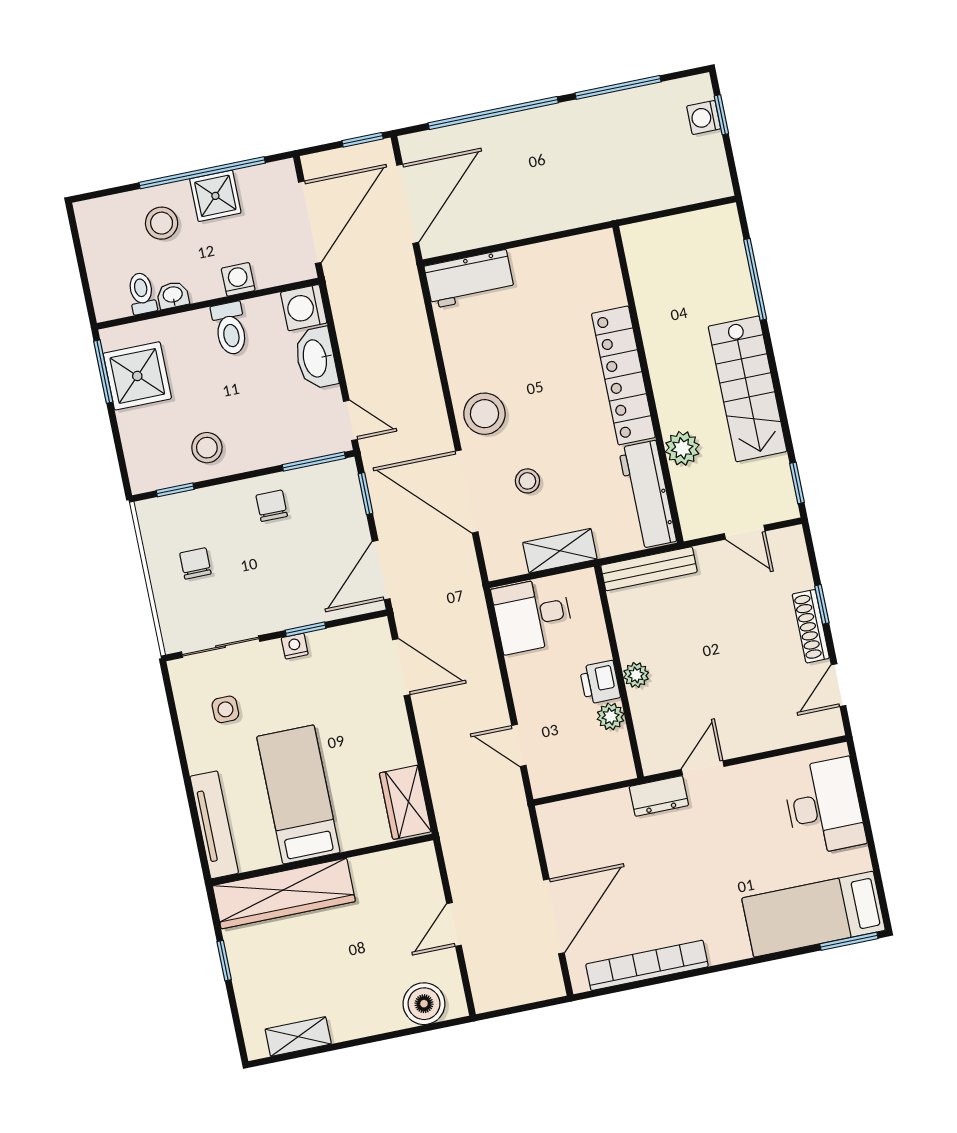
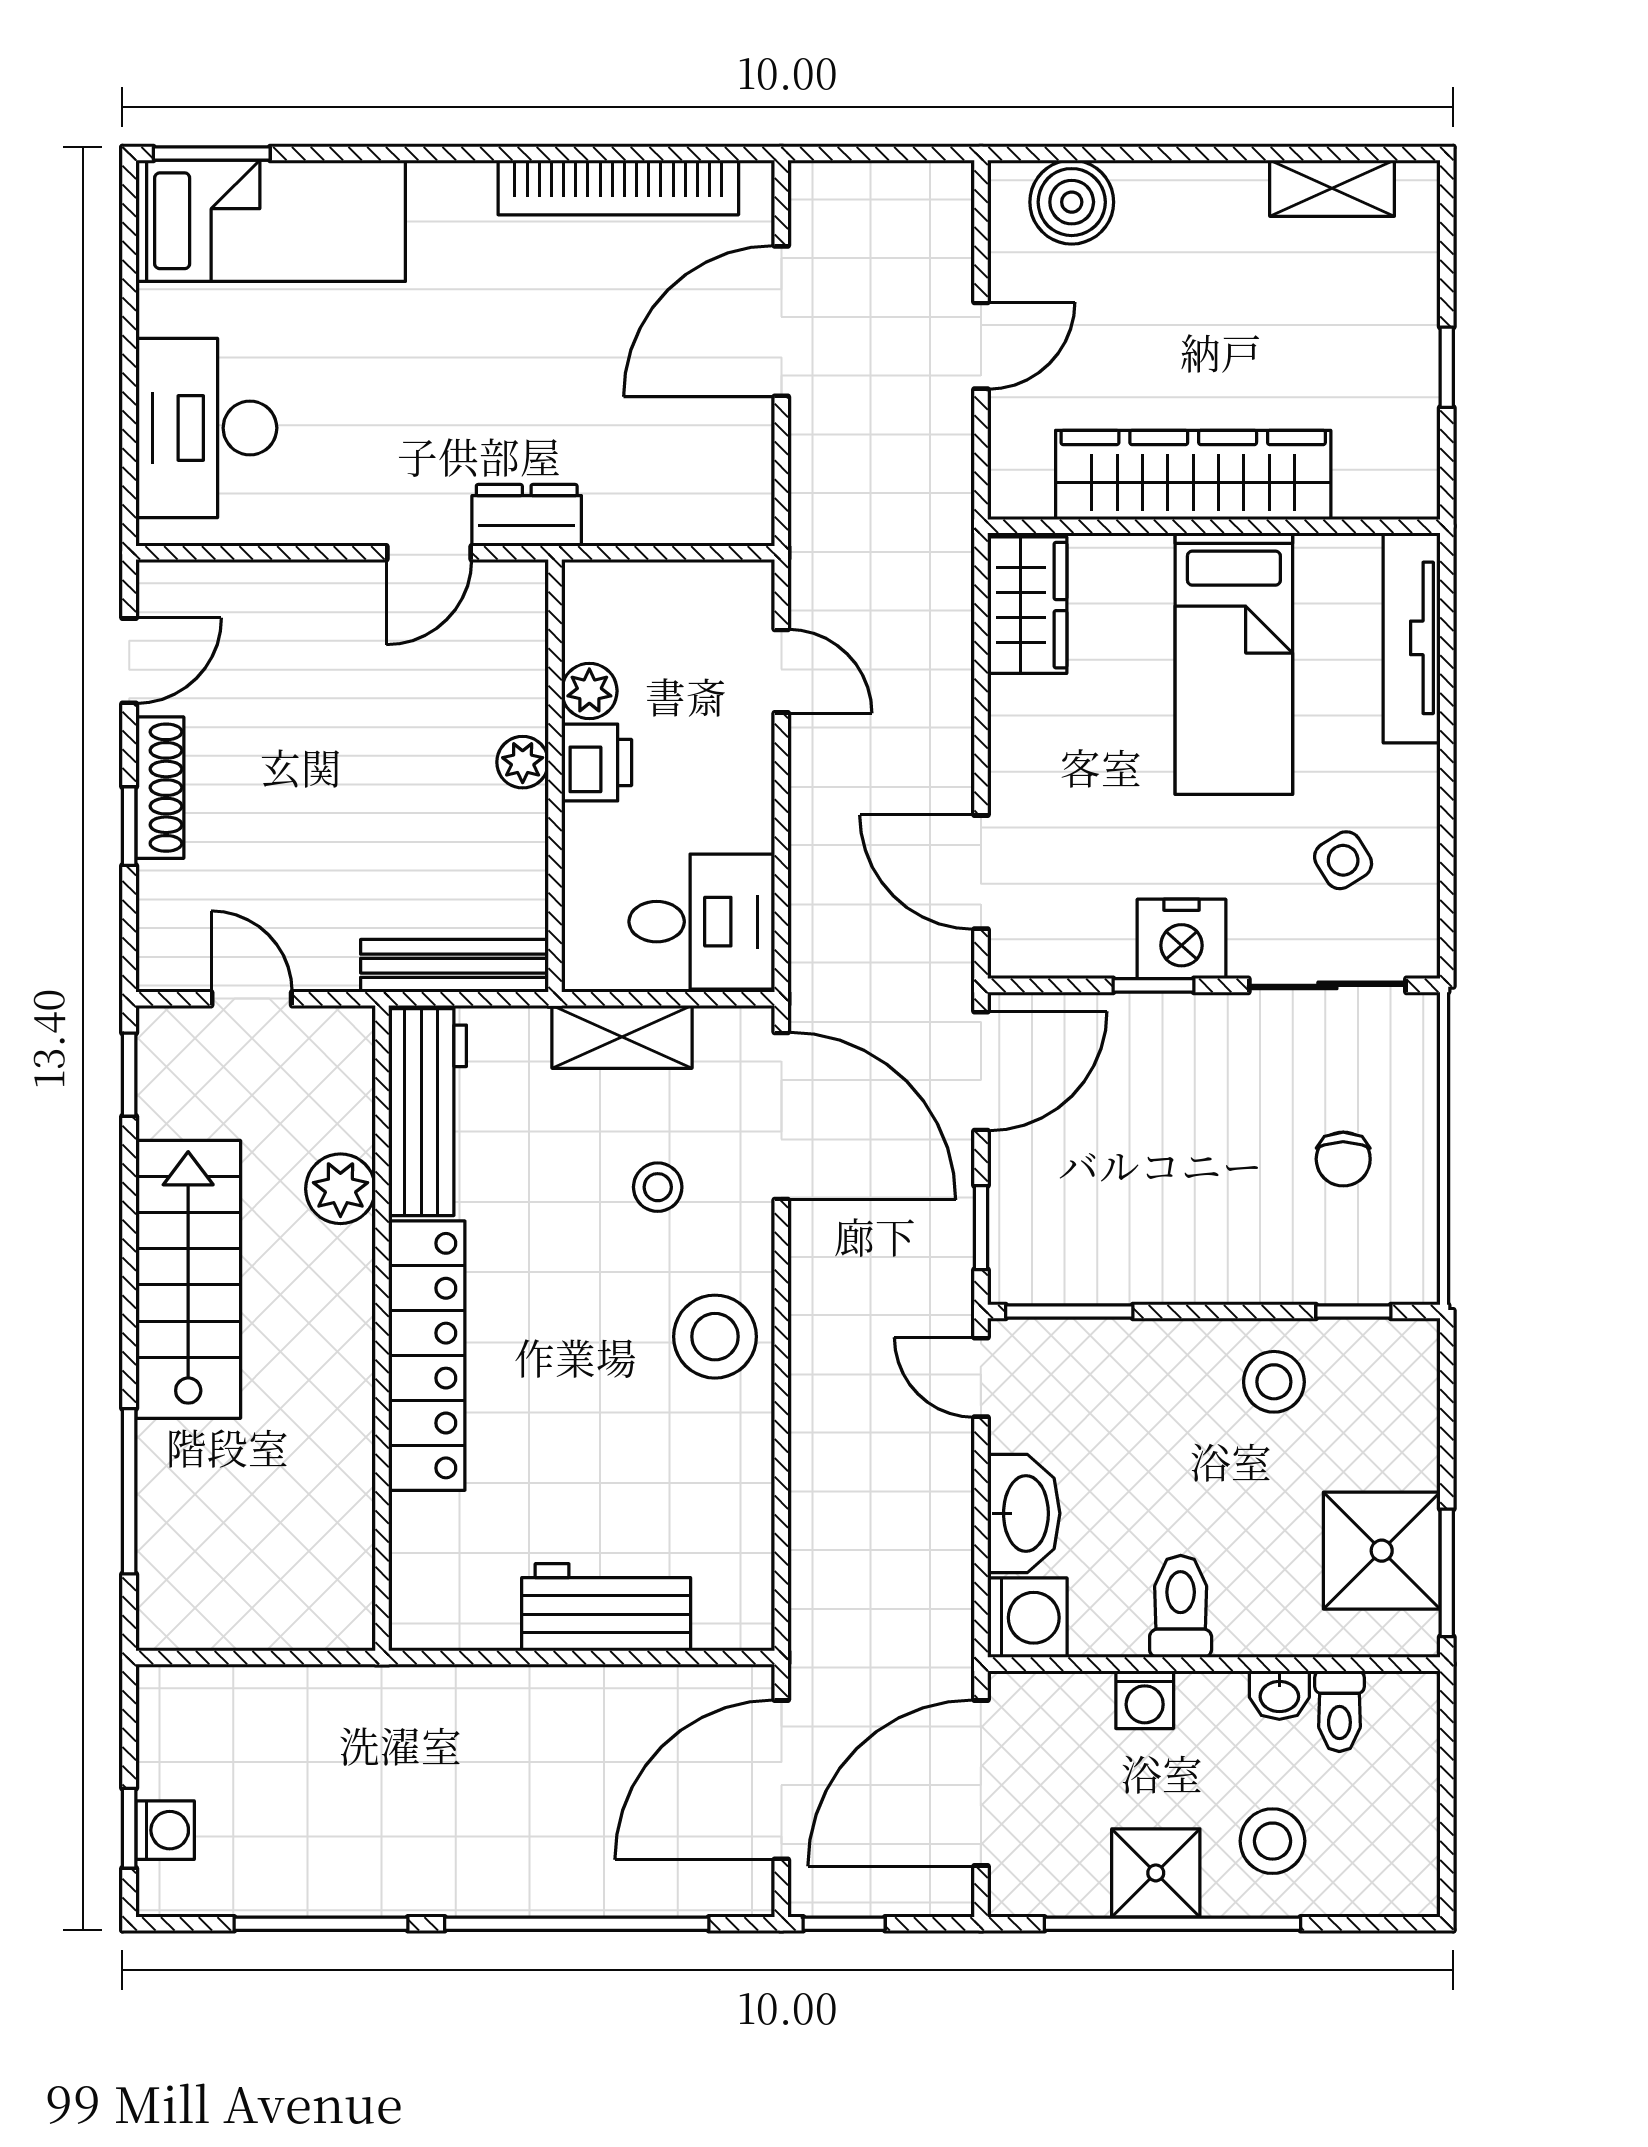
workbench: (469, 279) -> (606, 1607), moved
door: (467, 491) -> (781, 1116), moved
chair: (272, 506) -> (1170, 1241), removed
nightstand: (295, 646) -> (1181, 939), width x1.89, depth x1.79
side table: (225, 709) -> (1343, 860), turned -32
wardrobe: (284, 894) -> (1193, 475), moved

